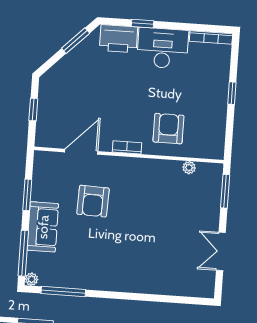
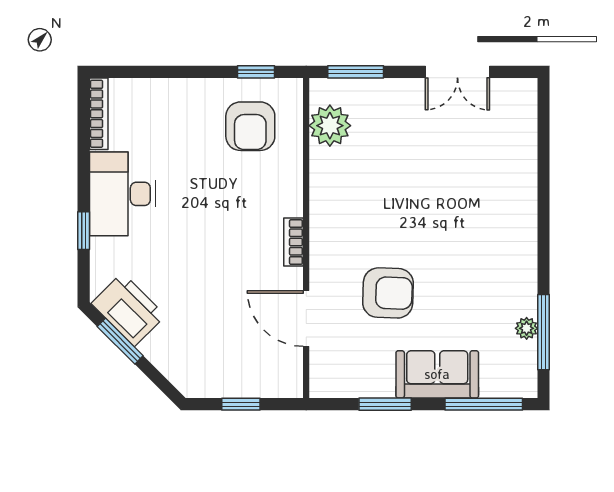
printer: (119, 39) -> (128, 310), moved, turned -45
window: (232, 93) -> (256, 72), moved
armchair: (168, 129) -> (250, 126), moved, turned -90
plant: (189, 168) -> (330, 126), width x1.87, depth x1.87
plant: (32, 279) -> (527, 328), moved

